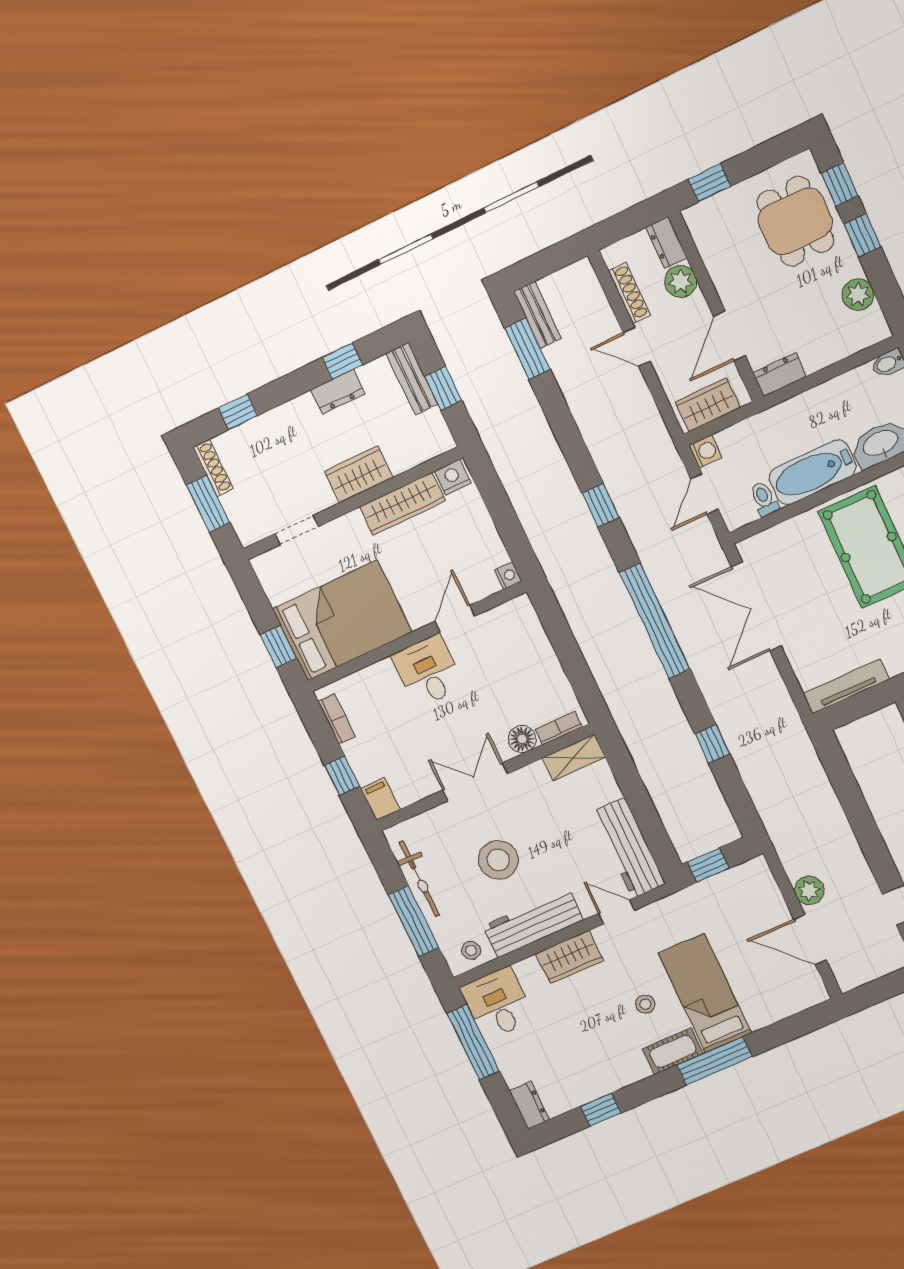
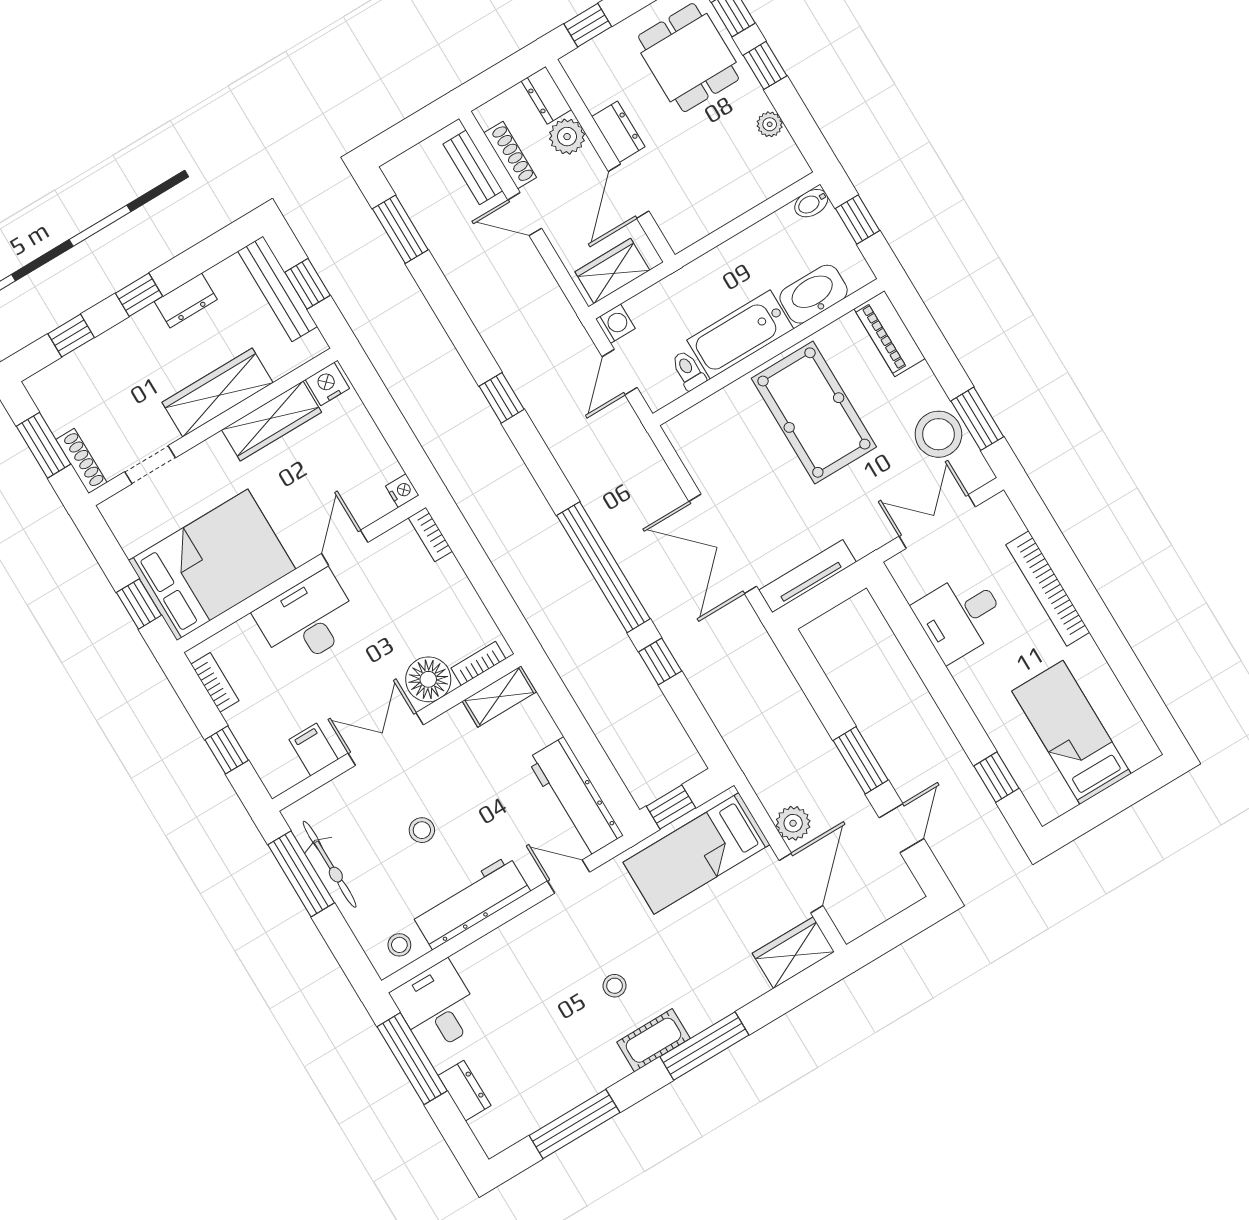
plant: (858, 295) -> (770, 124), width x0.73, depth x0.73
bench: (538, 315) -> (473, 167), moved
window: (343, 361) -> (139, 295), moved
dresser: (780, 374) -> (618, 132), moved, turned 90
bench: (412, 379) -> (278, 289), width x1.36
shoe rack: (213, 468) -> (81, 461), moved
wardrobe: (358, 474) -> (218, 393), width x1.50
double door: (756, 606) -> (723, 544), moved
bookcase: (529, 615) -> (430, 534), added
window: (655, 621) -> (603, 567), moved
desk: (428, 671) -> (308, 620), width x1.37
floor lamp: (522, 739) -> (428, 679), width x1.38, depth x1.38
filing cabinet: (380, 799) -> (314, 749), moved
window: (873, 845) -> (861, 760), added
stool: (498, 860) -> (422, 830), width x0.53, depth x0.53
window: (414, 921) -> (301, 874), moved
door: (810, 940) -> (801, 883), swing flipped
wardrobe: (569, 957) -> (793, 953), moved, turned 180
bed: (705, 993) -> (696, 853), moved, turned -90
dresser: (530, 1105) -> (465, 1091), moved
window: (601, 1110) -> (574, 1124), width x2.17

